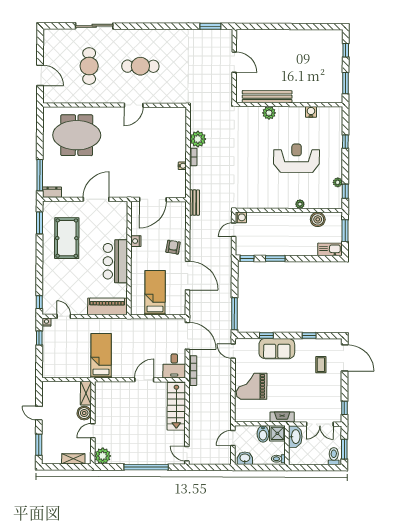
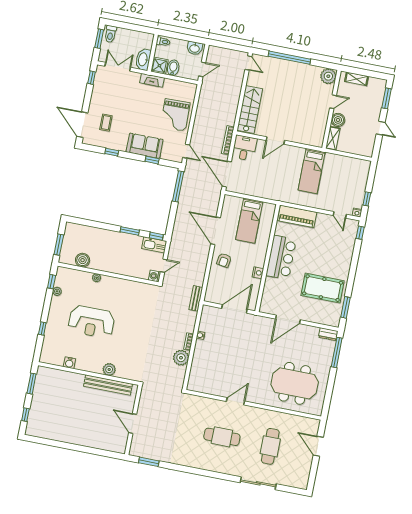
pool table: (67, 238) -> (323, 288), turned 90
kitchen sink: (330, 249) -> (154, 245), moved
grand piano: (252, 386) -> (175, 115), turned 89

